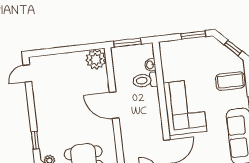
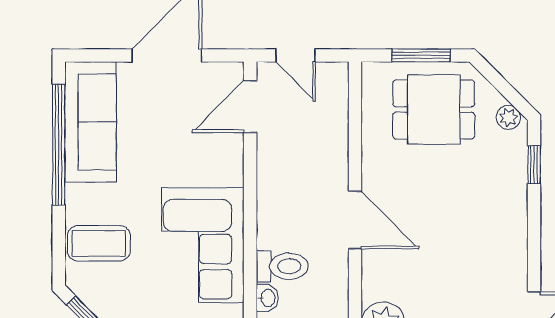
corner sofa: (185, 107) -> (203, 245), moved

